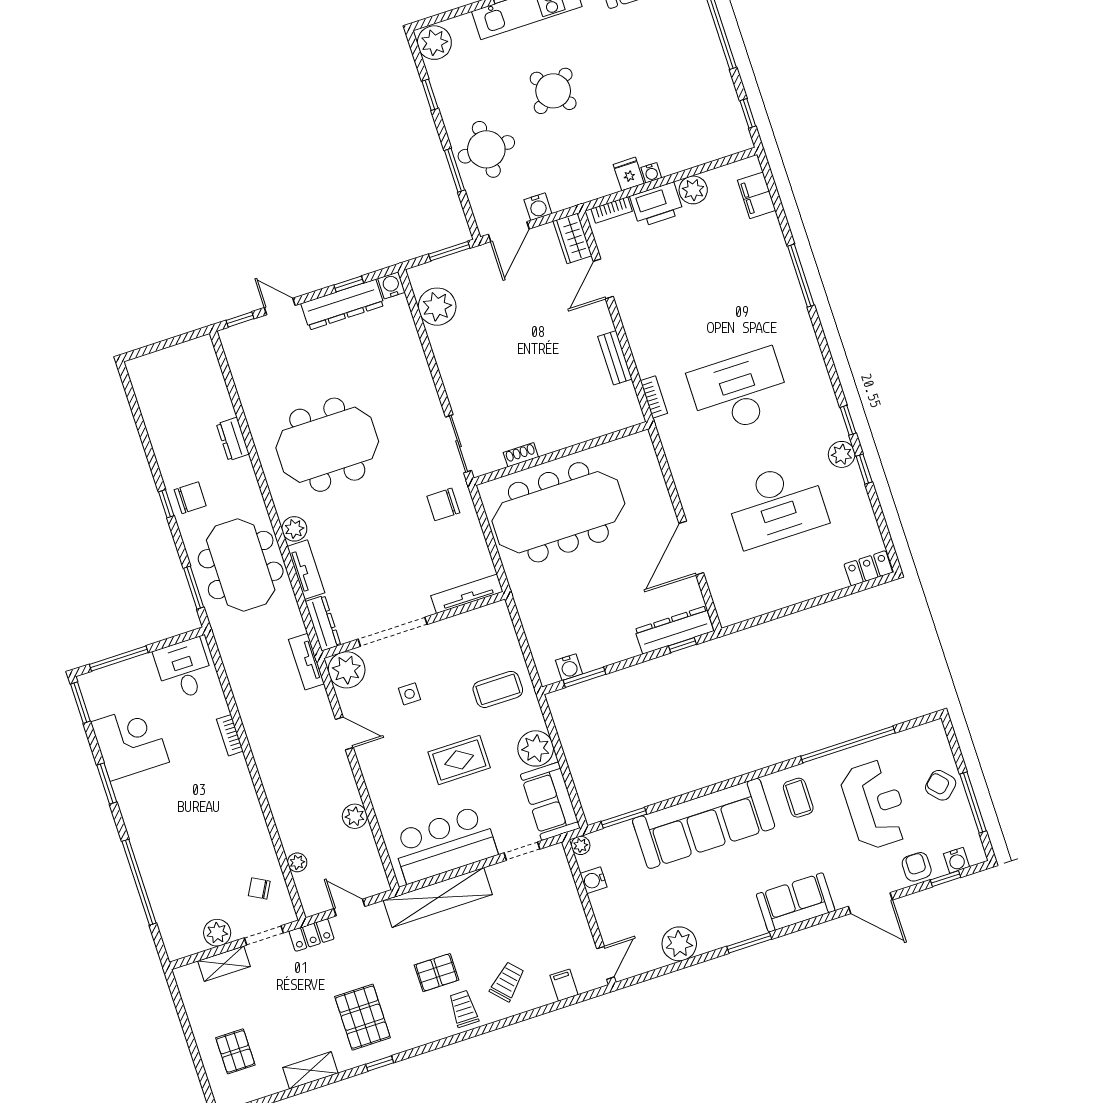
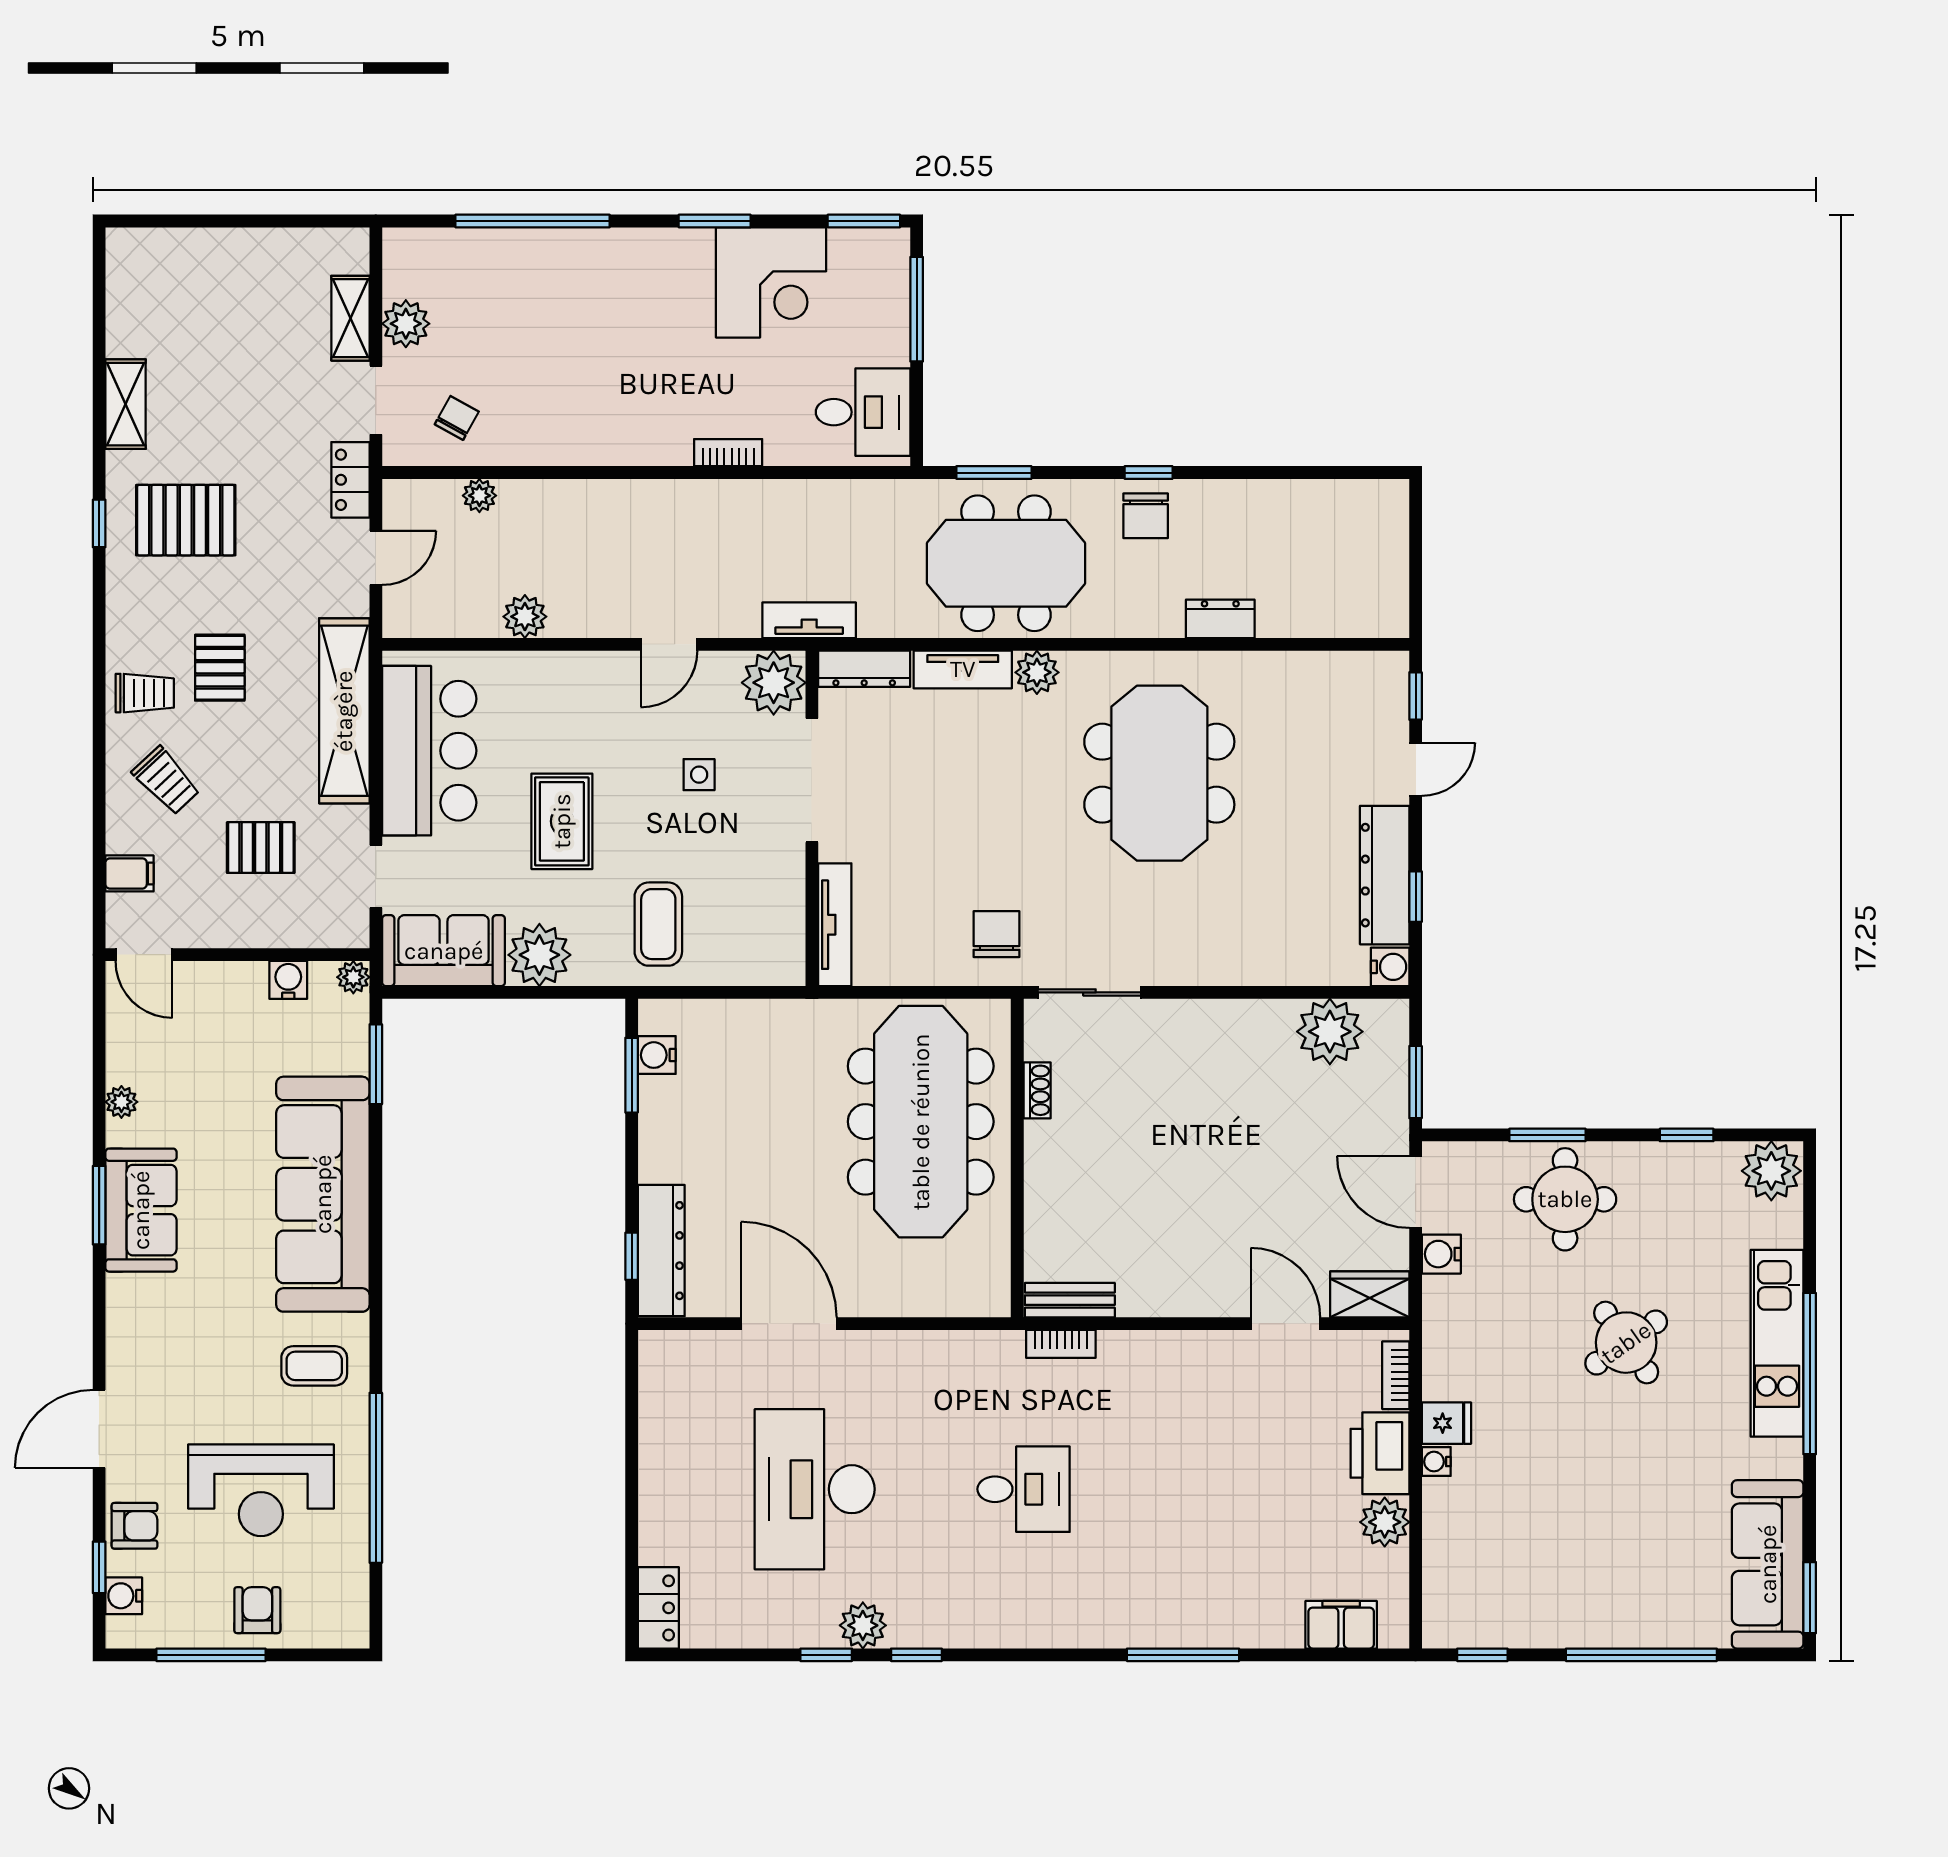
bench: (615, 358) -> (1070, 1300), moved
desk: (739, 391) -> (1024, 1489), width x0.53, depth x0.77
armchair: (941, 785) -> (257, 1610), turned -47
sofa: (796, 902) -> (141, 1210), moved
plant: (679, 944) -> (121, 1102), width x0.53, depth x0.53
pallet: (235, 1051) -> (261, 848), moved

